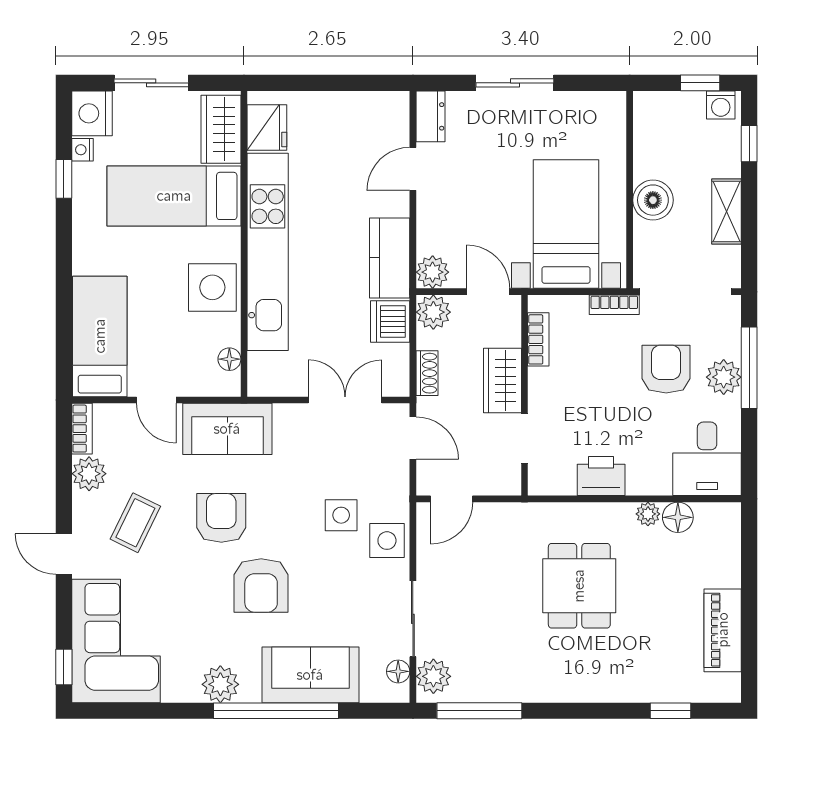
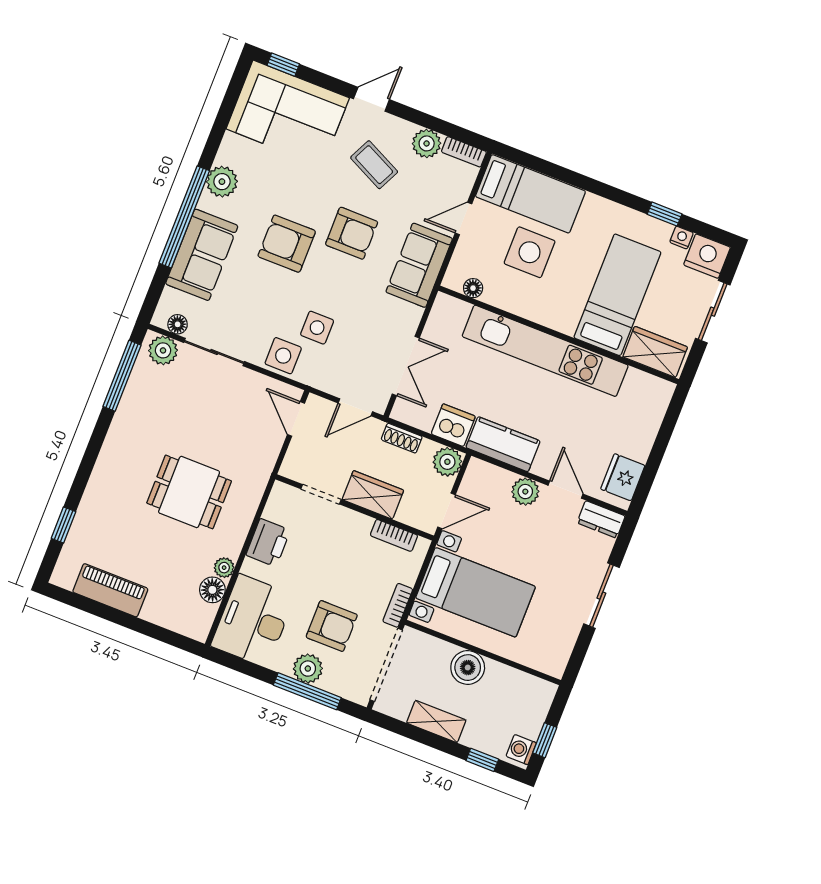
fridge: (267, 128) -> (623, 477), moved, turned 90
plant: (433, 272) -> (525, 492), moved
side table: (212, 287) -> (530, 252), moved
desk: (707, 459) -> (253, 621), width x1.37

